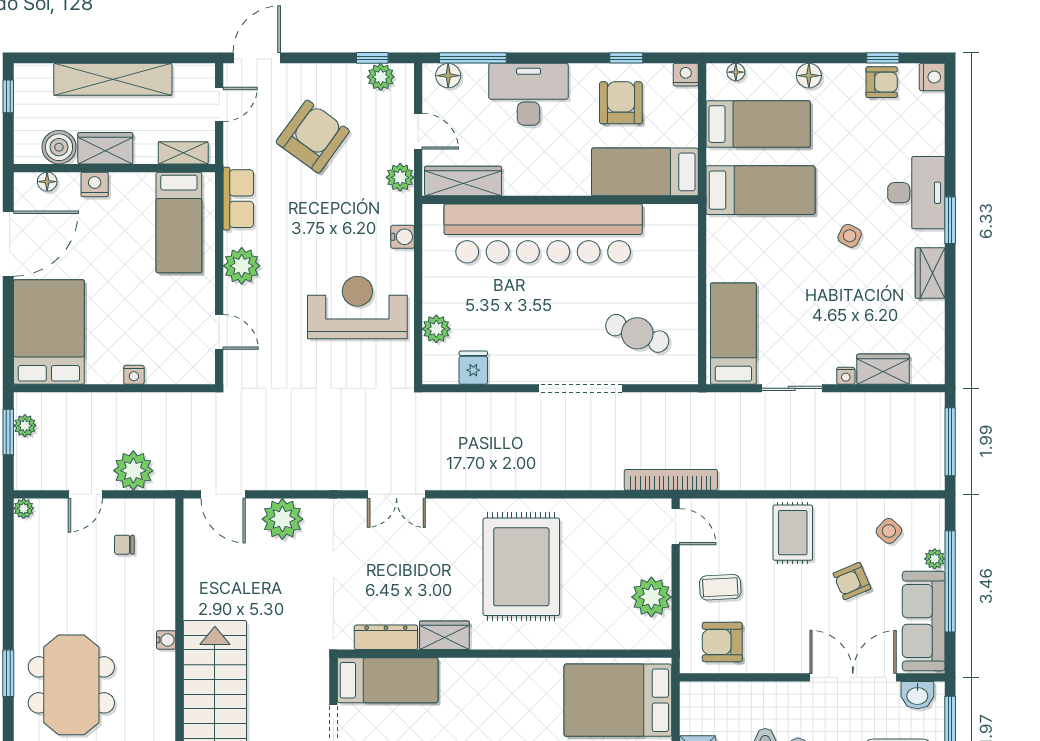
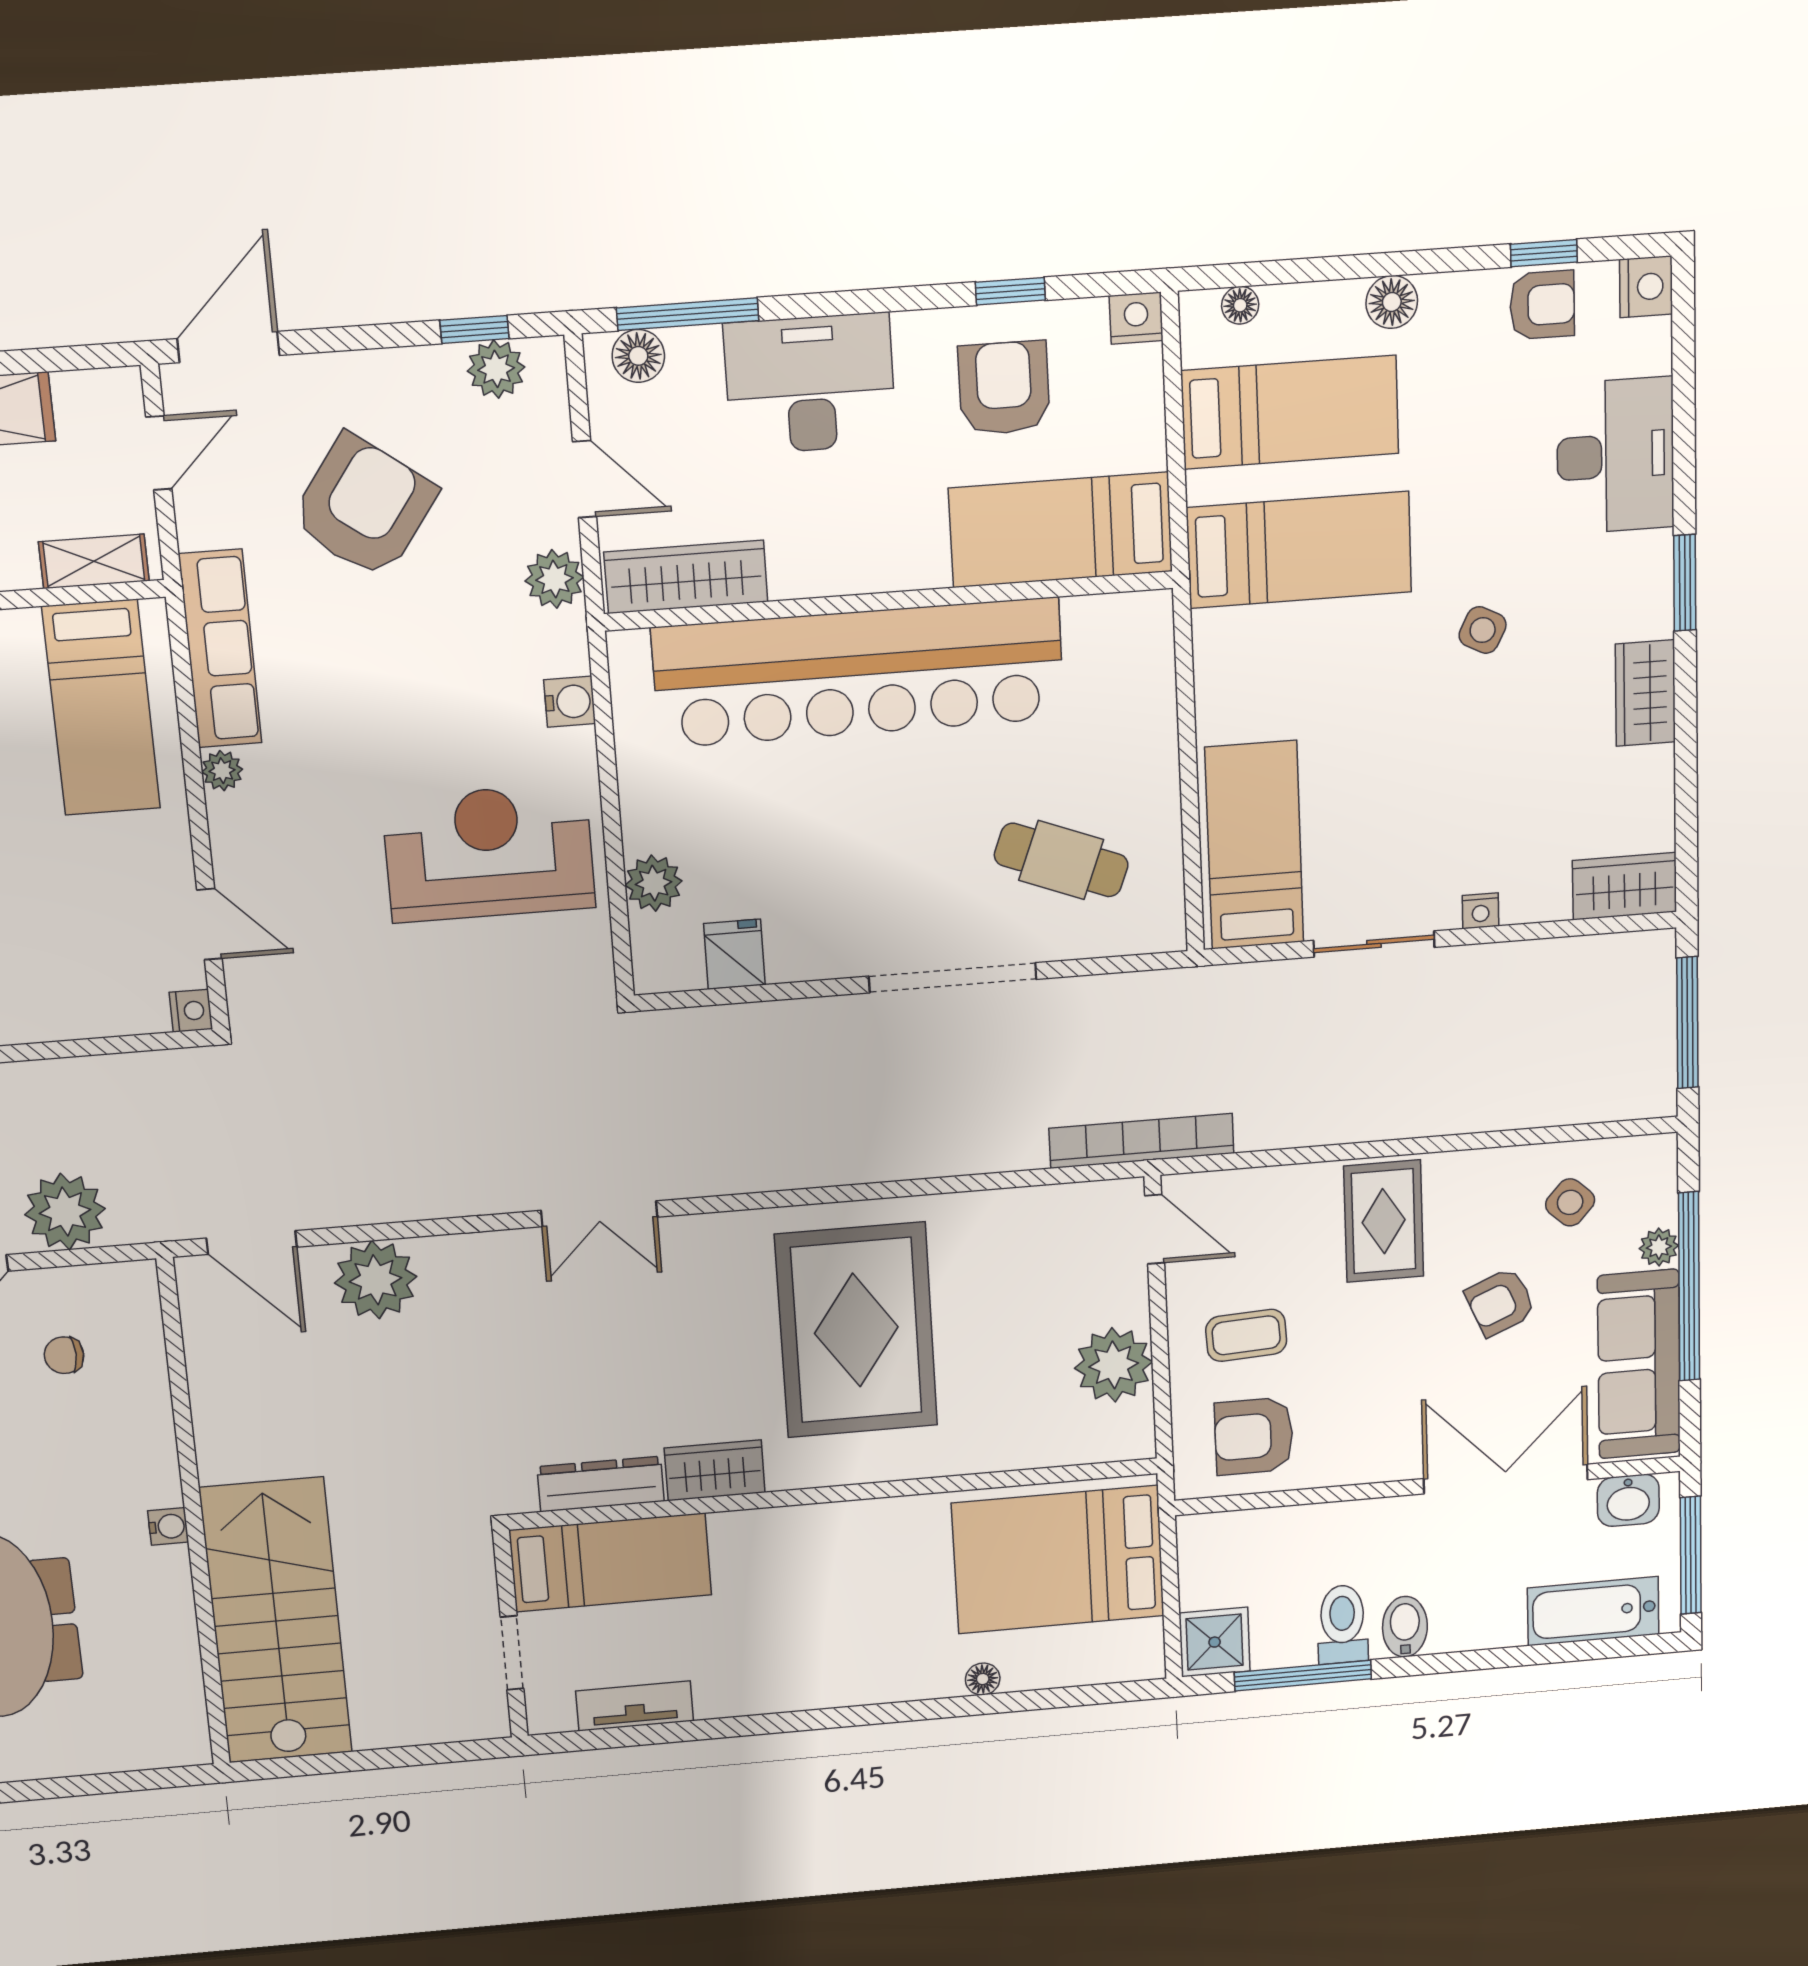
desk: (916, 193) -> (1615, 456), moved
row of seats: (238, 199) -> (220, 649), width x1.48
plant: (242, 266) -> (222, 771), width x0.53, depth x0.53
wardrobe: (883, 369) -> (1625, 886), moved
nightstand: (134, 375) -> (191, 1011), moved, turned -90

